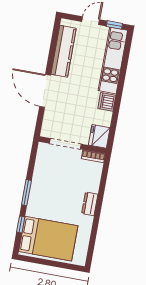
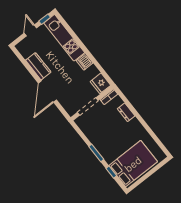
kitchen counter: (64, 51) -> (38, 66), width x0.67
door: (45, 91) -> (48, 92), hinge flipped
dresser: (90, 204) -> (126, 112), moved

